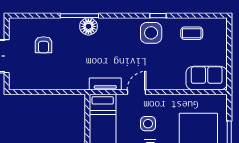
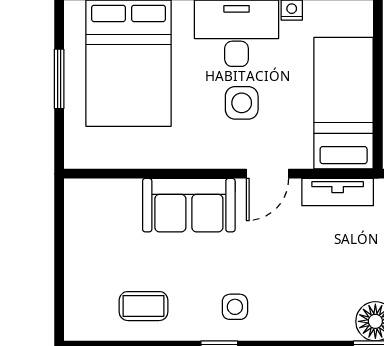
side table: (151, 33) -> (235, 307), width x0.54, depth x0.54
sofa: (207, 78) -> (189, 205), moved

